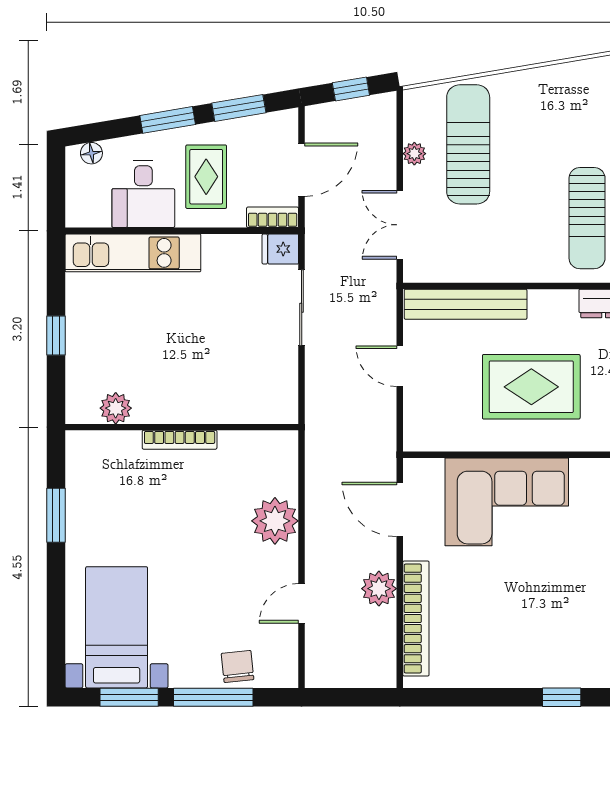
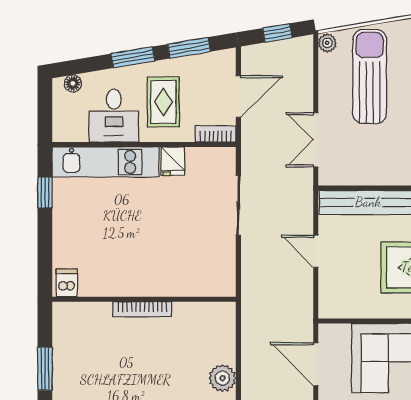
plant: (414, 154) -> (327, 43), moved
fridge: (280, 249) -> (173, 161), moved, turned -90
window: (56, 335) -> (45, 192), moved
dishwasher: (84, 407) -> (67, 283), added
plant: (116, 408) -> (92, 284), removed
plant: (275, 521) -> (222, 378), width x0.73, depth x0.73

